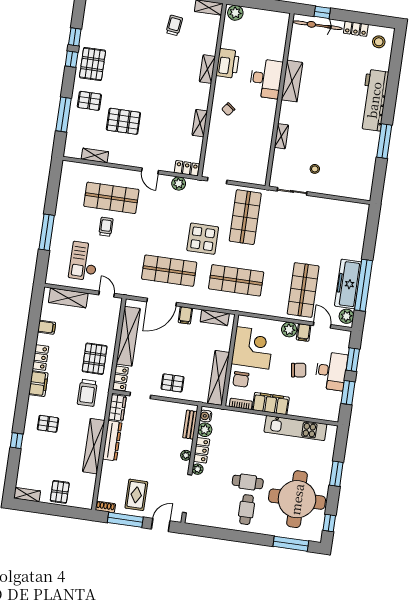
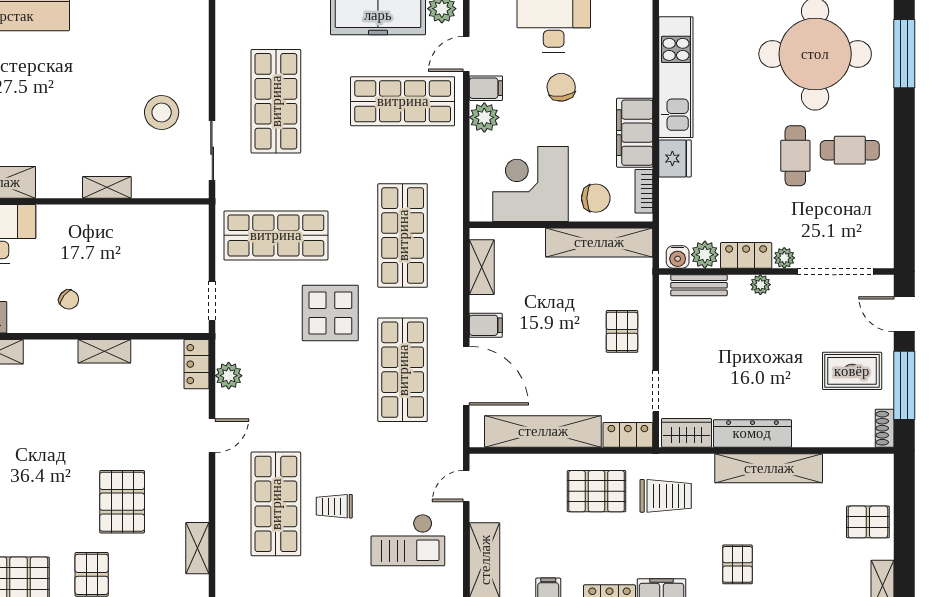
stool: (315, 169) -> (162, 113), width x1.89, depth x1.89
shop shelf: (312, 227) -> (276, 101), added
fridge: (255, 422) -> (675, 158), added

